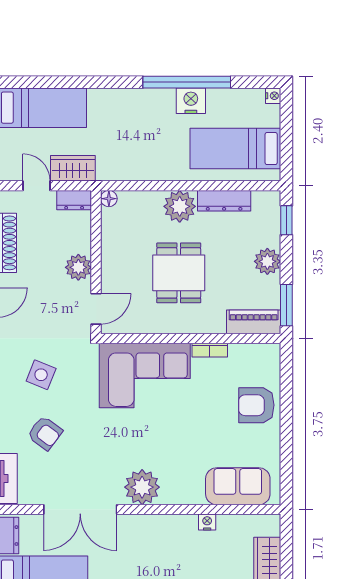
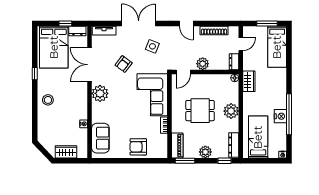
wardrobe: (73, 168) -> (249, 81), moved
dresser: (224, 201) -> (234, 145), moved
door: (96, 309) -> (183, 72), hinge flipped
armchair: (256, 405) -> (138, 147), turned -90
armchair: (45, 433) -> (124, 64), moved

